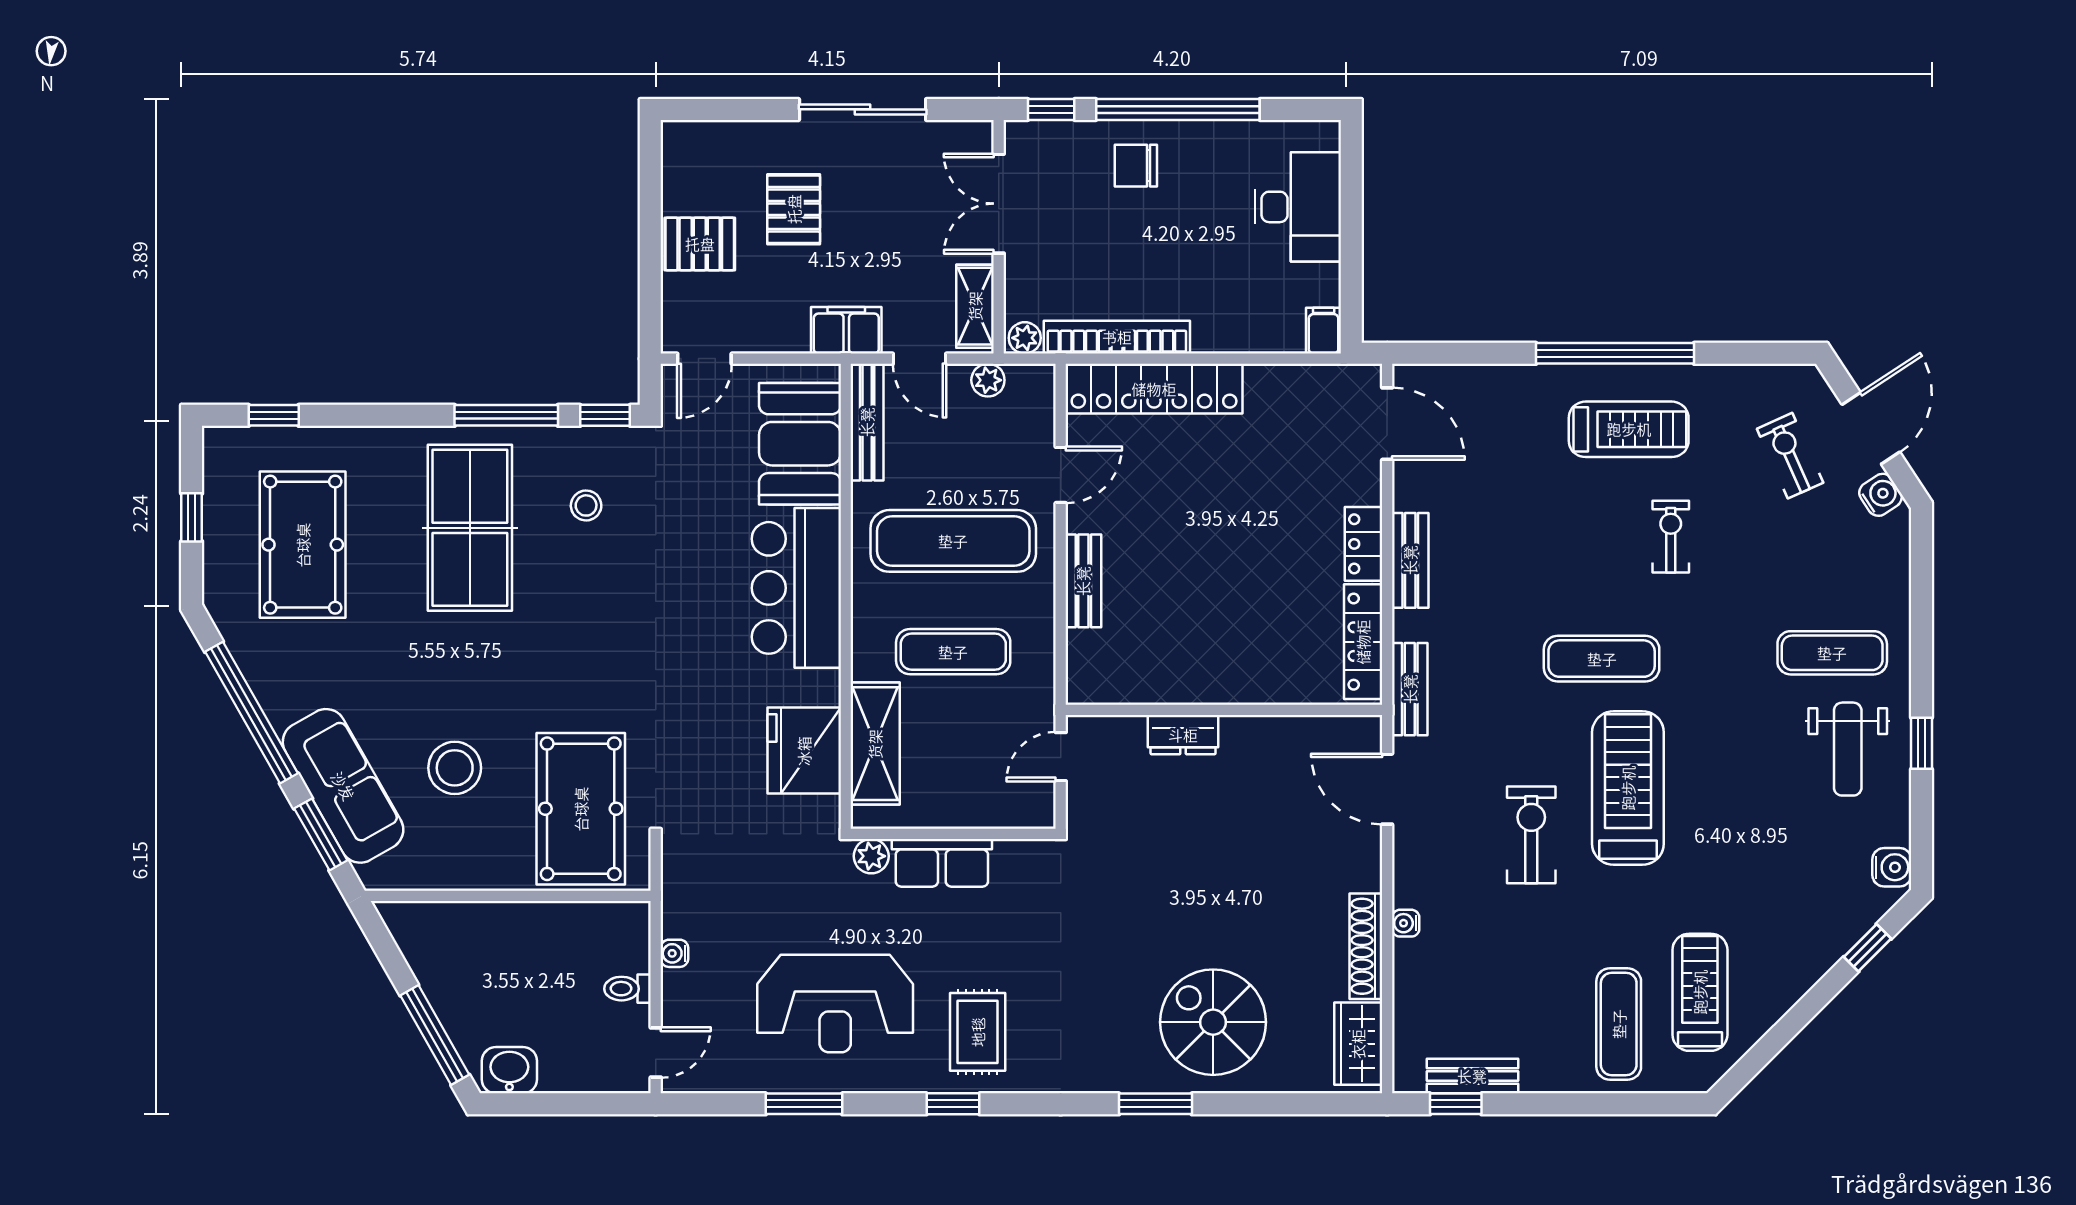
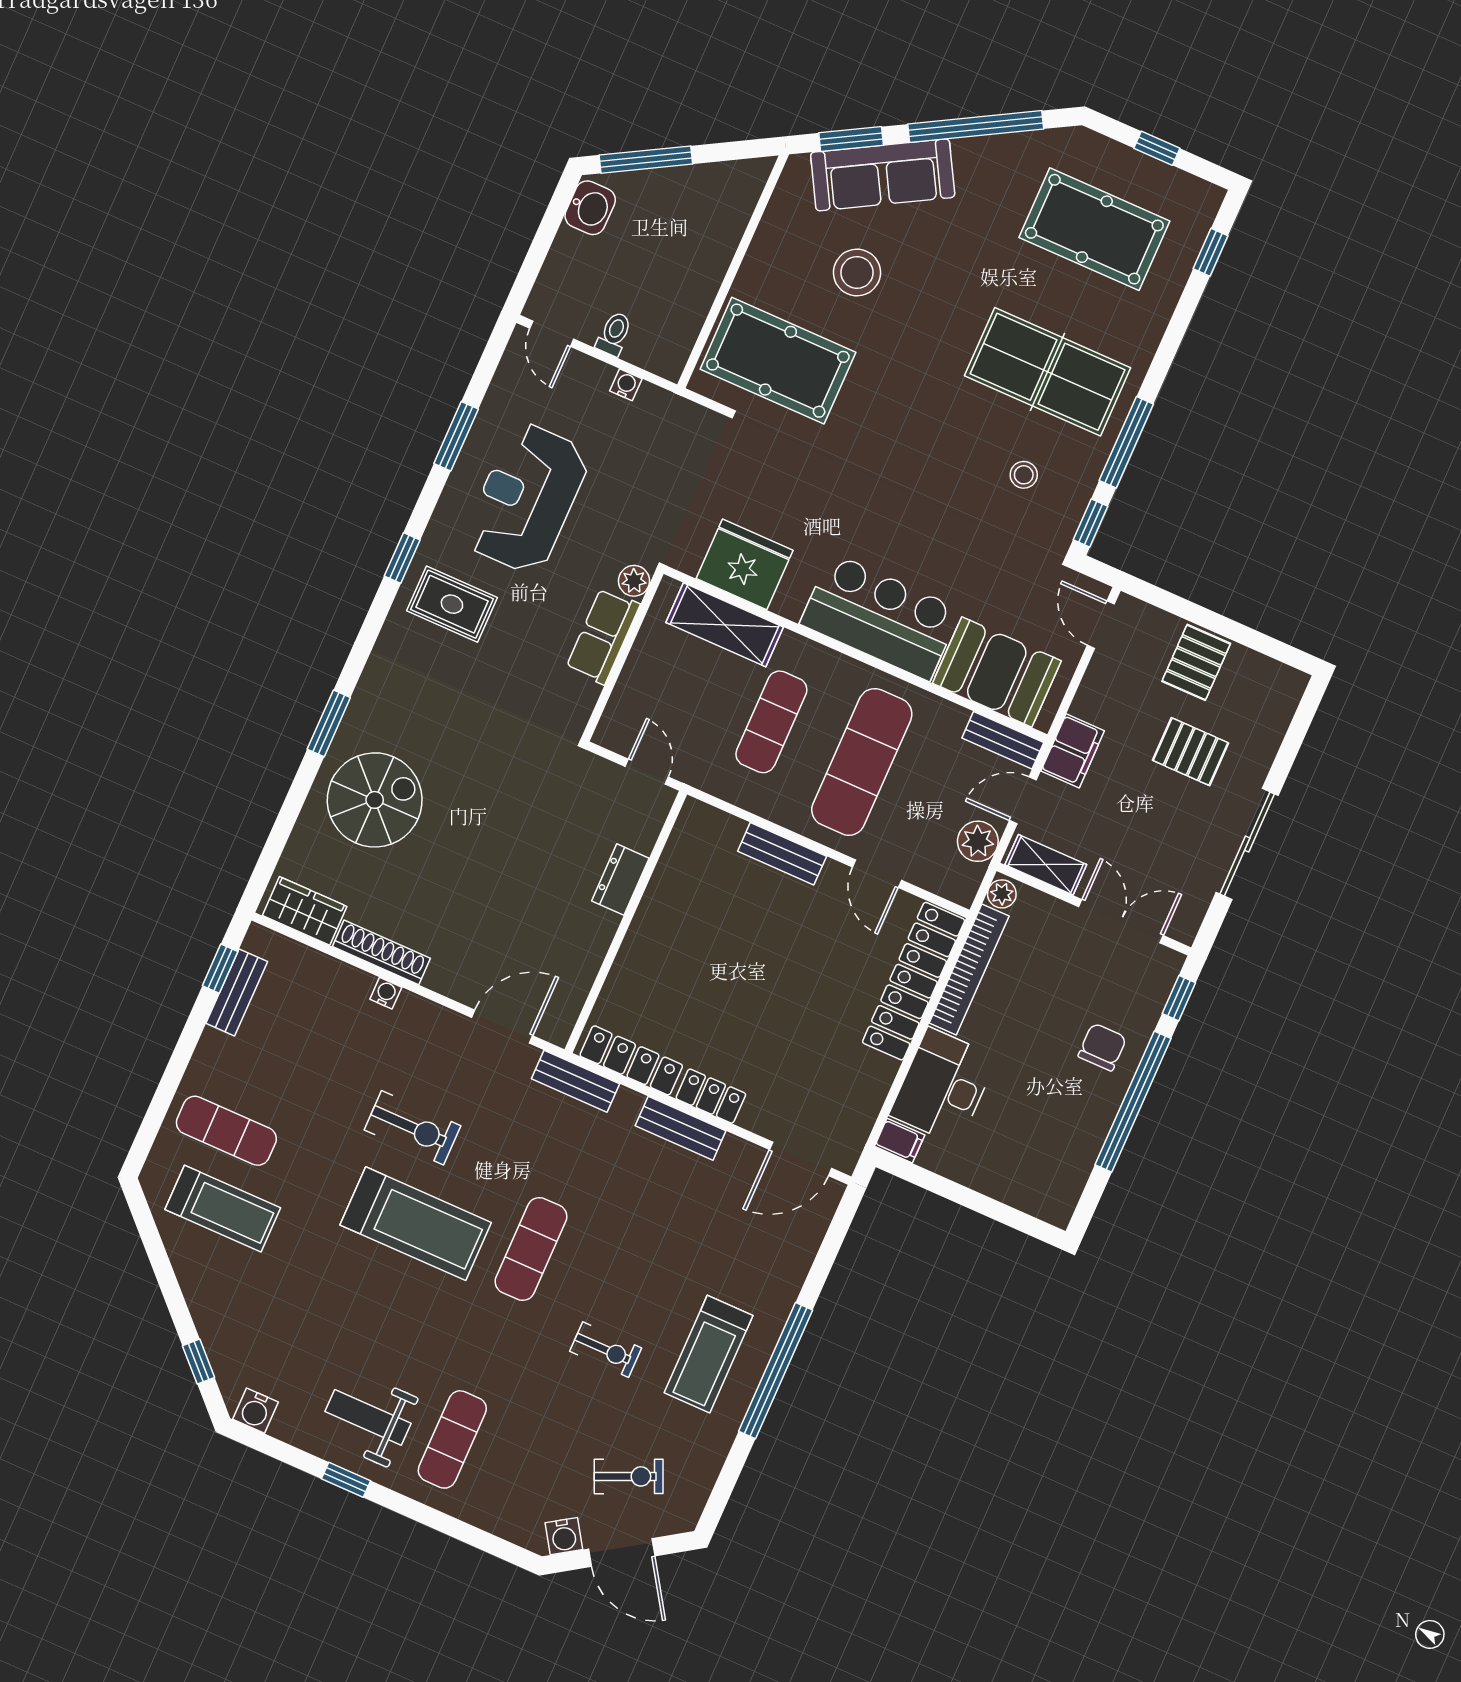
desk: (1298, 207) -> (943, 1086), moved, turned 90
plant: (988, 380) -> (978, 841), width x1.38, depth x1.38
bench: (867, 422) -> (1003, 740), width x0.73

